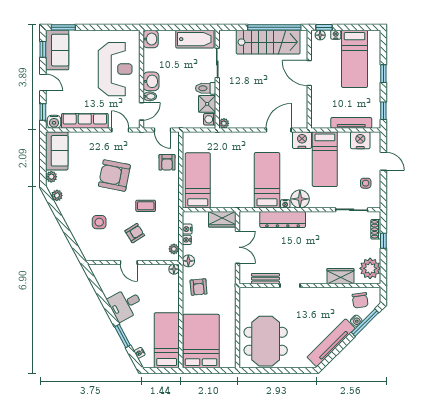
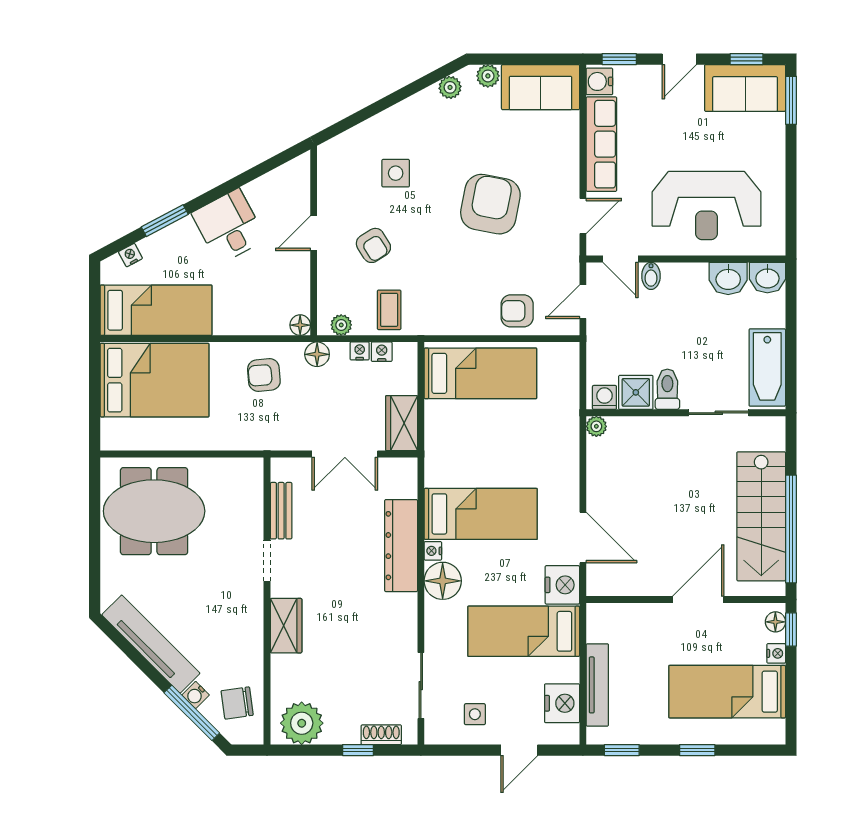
washbasin: (151, 81) -> (728, 278), moved
coffee table: (146, 206) -> (389, 310), moved
wardrobe: (340, 276) -> (286, 626), moved

